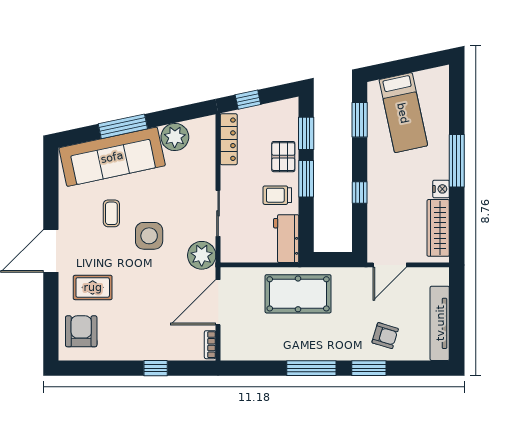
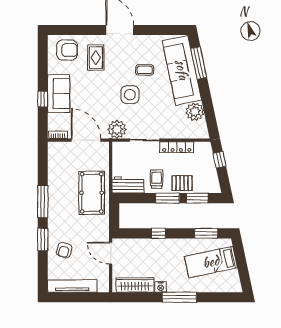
window: (123, 126) -> (199, 63), moved
locker: (229, 139) -> (177, 147), moved
sofa: (147, 344) -> (59, 93), added

